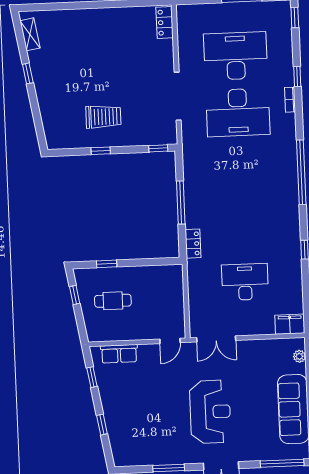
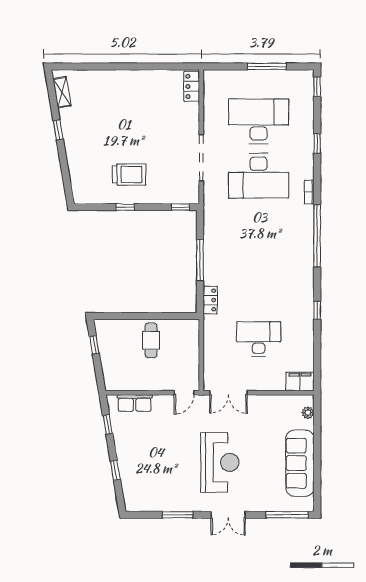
bookcase: (290, 100) -> (309, 192), moved
window: (107, 264) -> (126, 316), removed
cafe table: (113, 301) -> (151, 340), moved, turned 90

